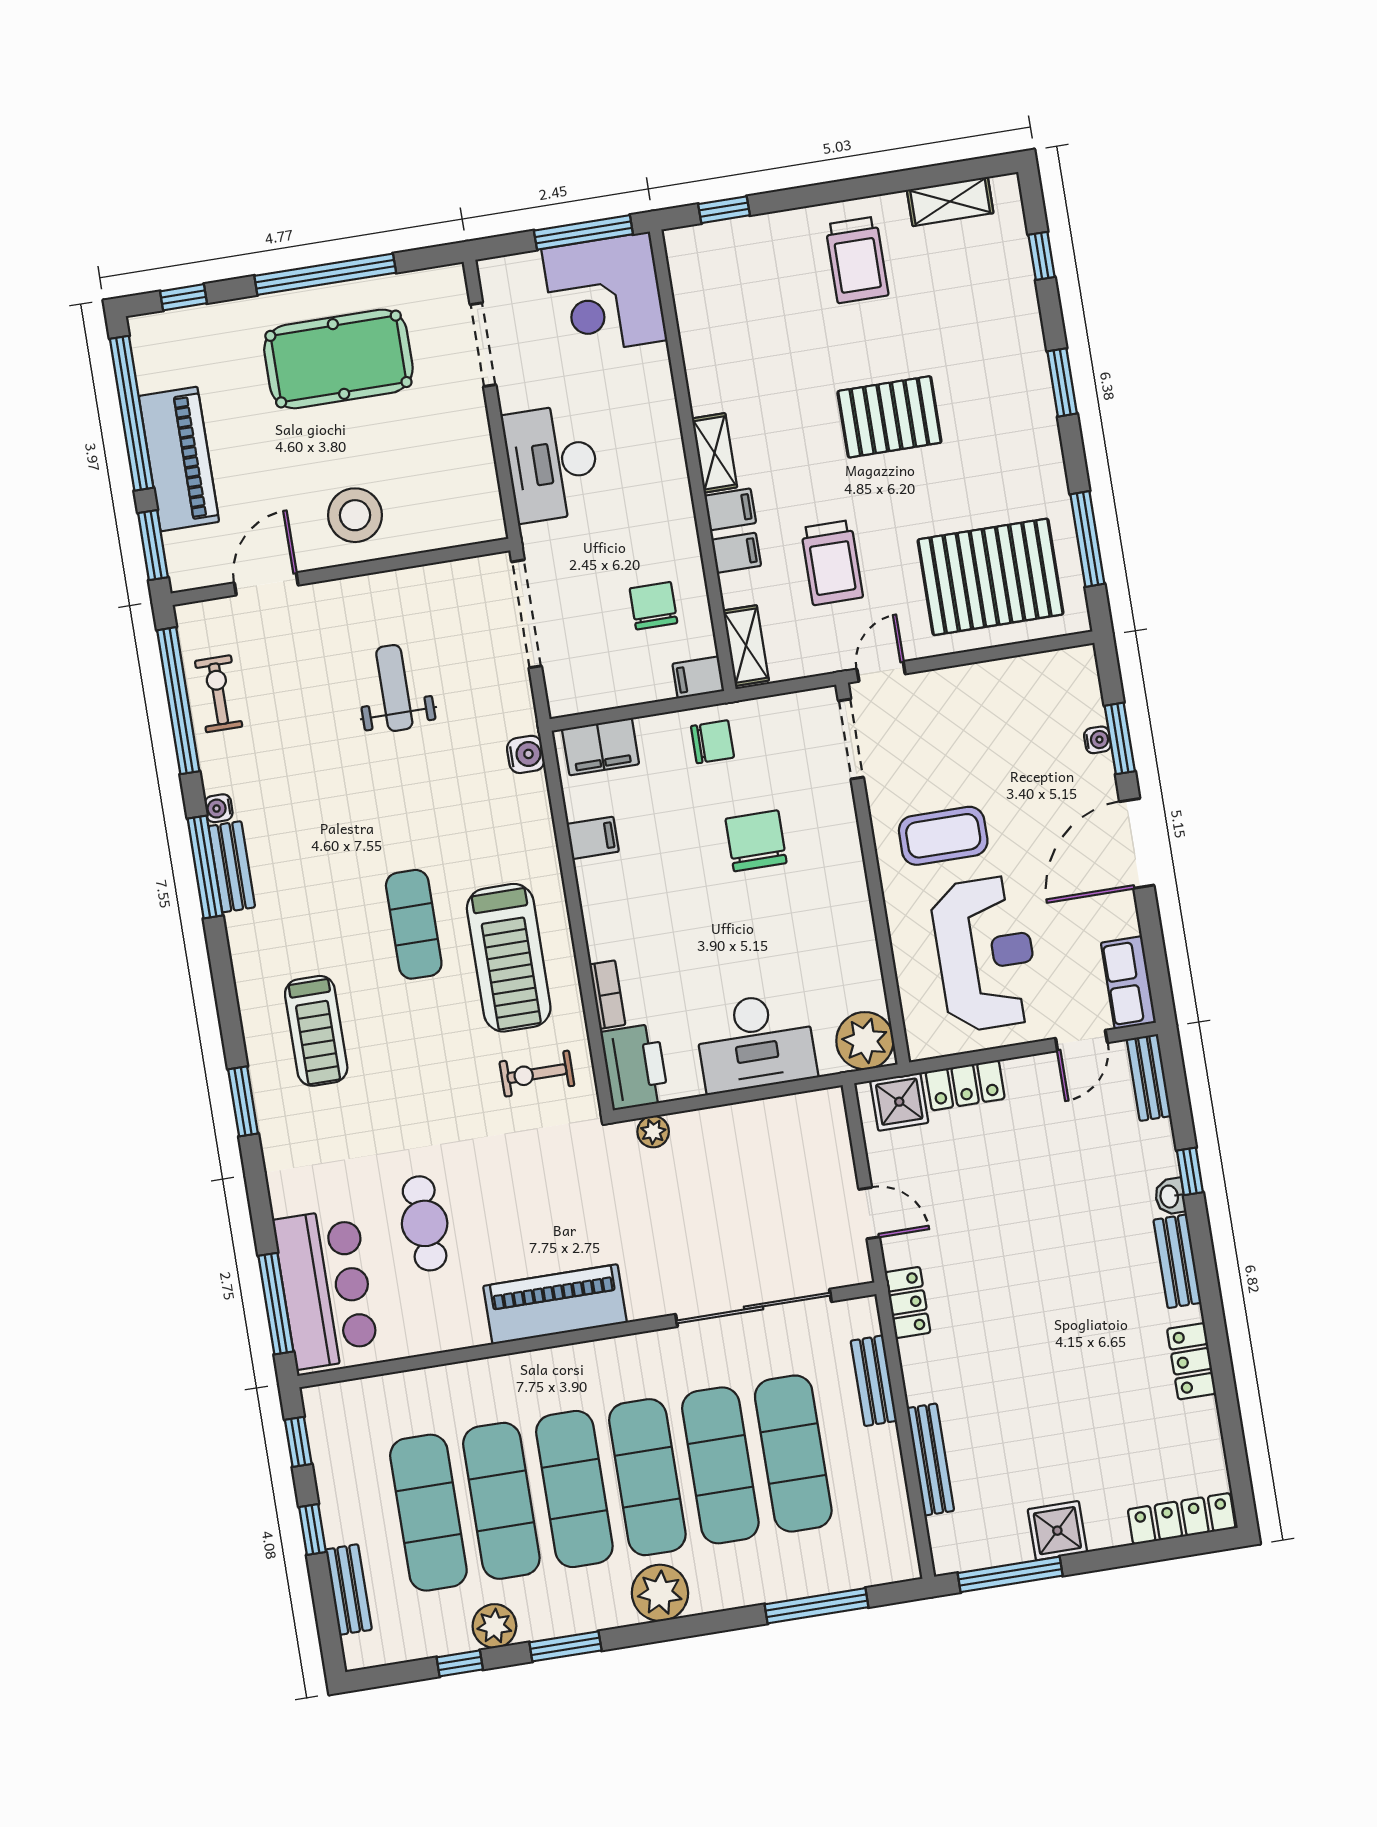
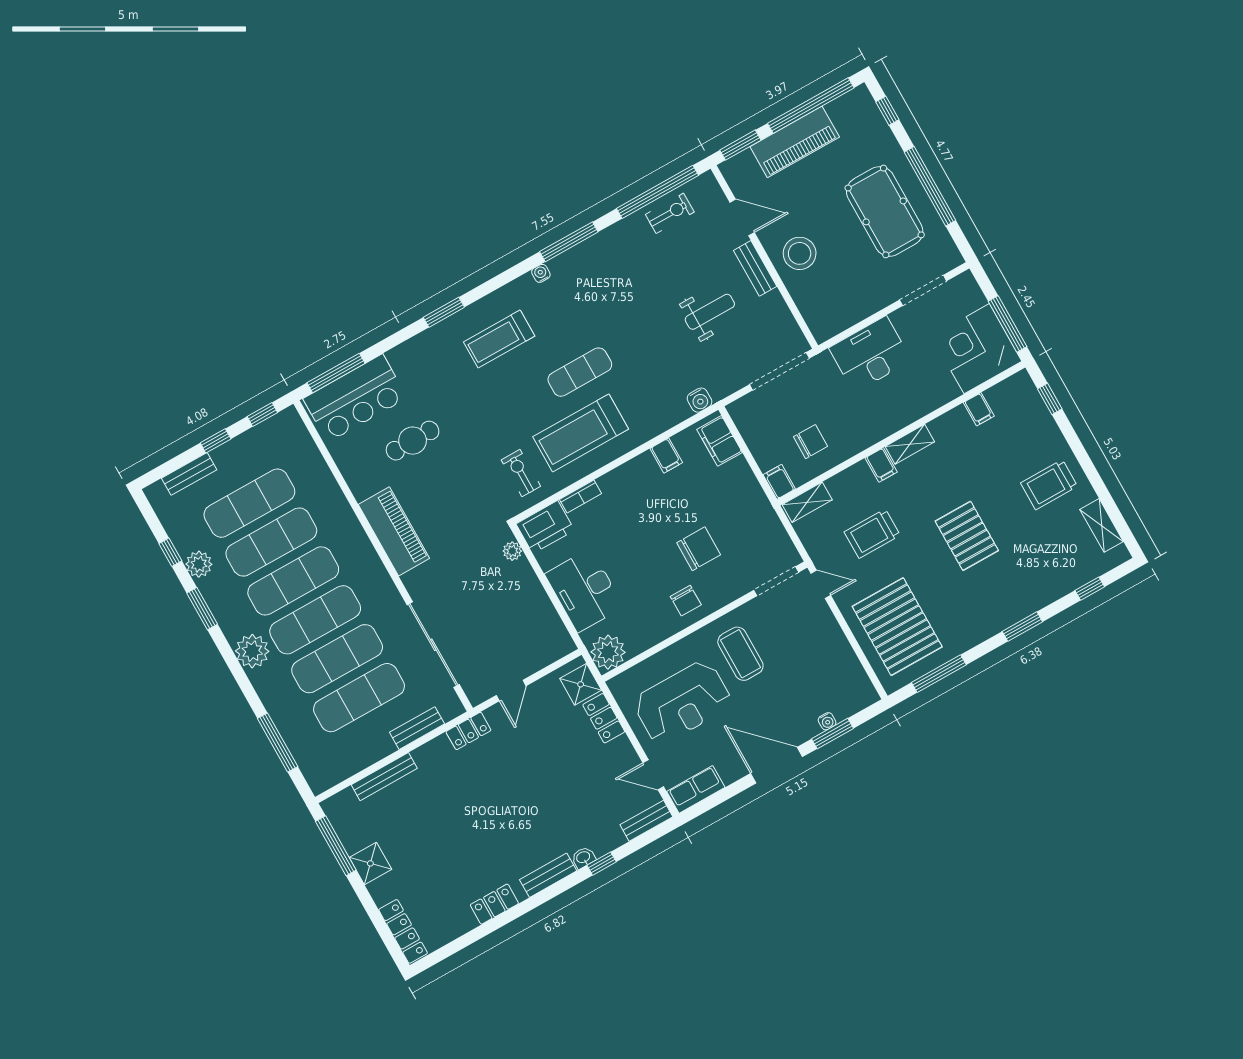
filing cabinet: (736, 553) -> (979, 409), moved
chair: (712, 742) -> (686, 601), moved
water cooler: (219, 808) -> (541, 273), moved
bench: (232, 867) -> (755, 268), moved, turned 90

